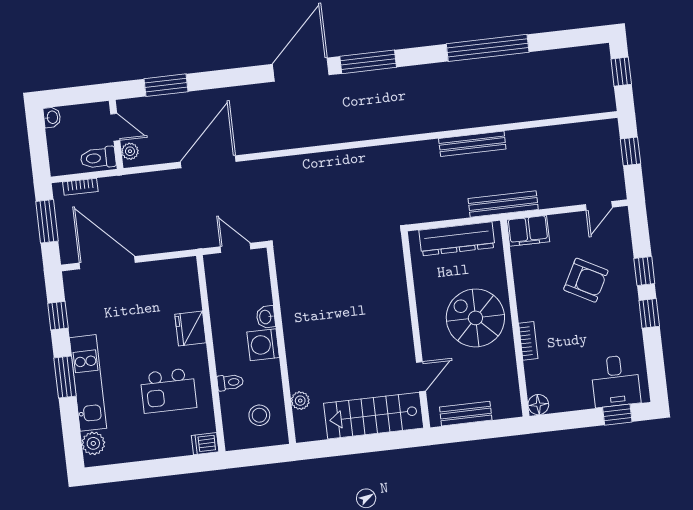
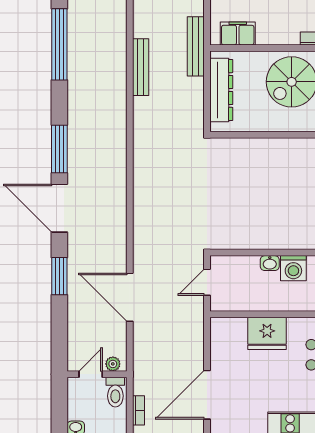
window: (166, 85) -> (59, 276), moved
filing cabinet: (528, 231) -> (238, 33), moved, turned -90
fridge: (190, 328) -> (267, 333), width x1.36, depth x1.34

